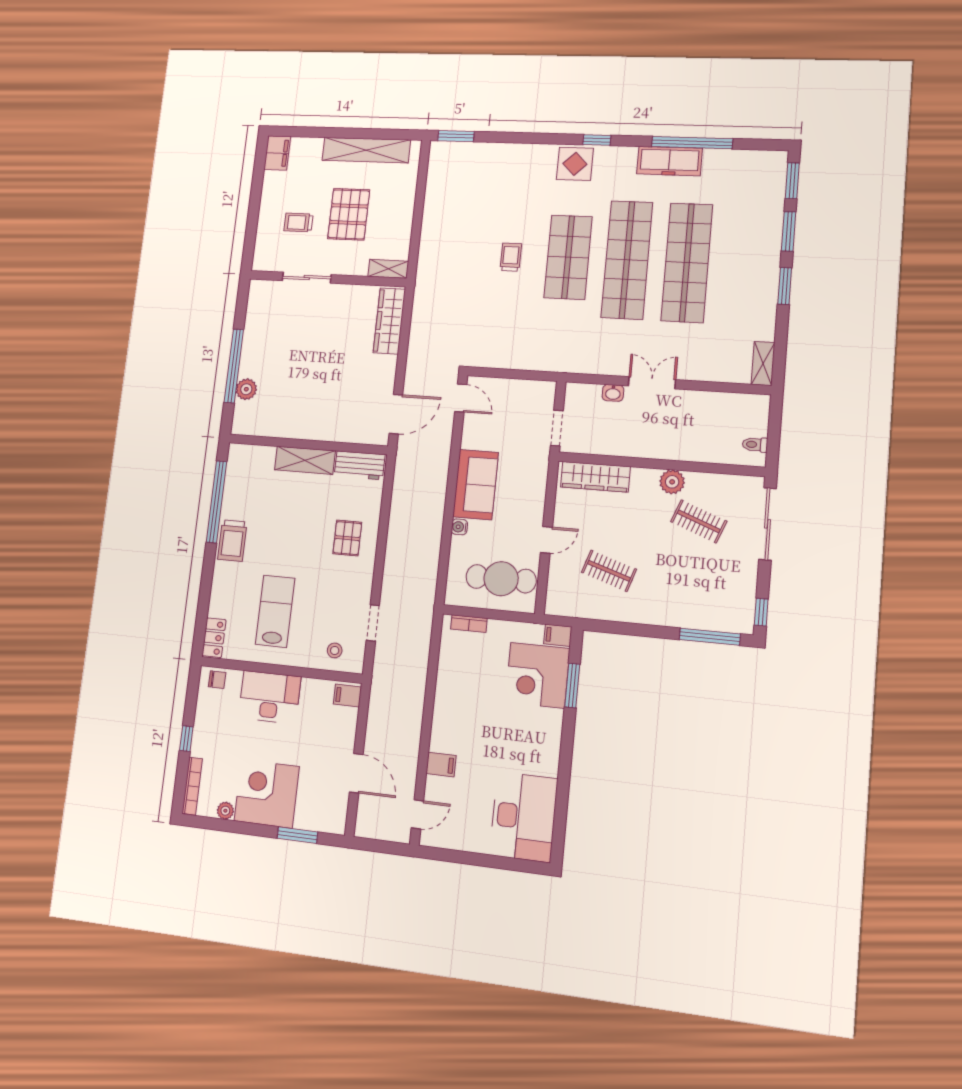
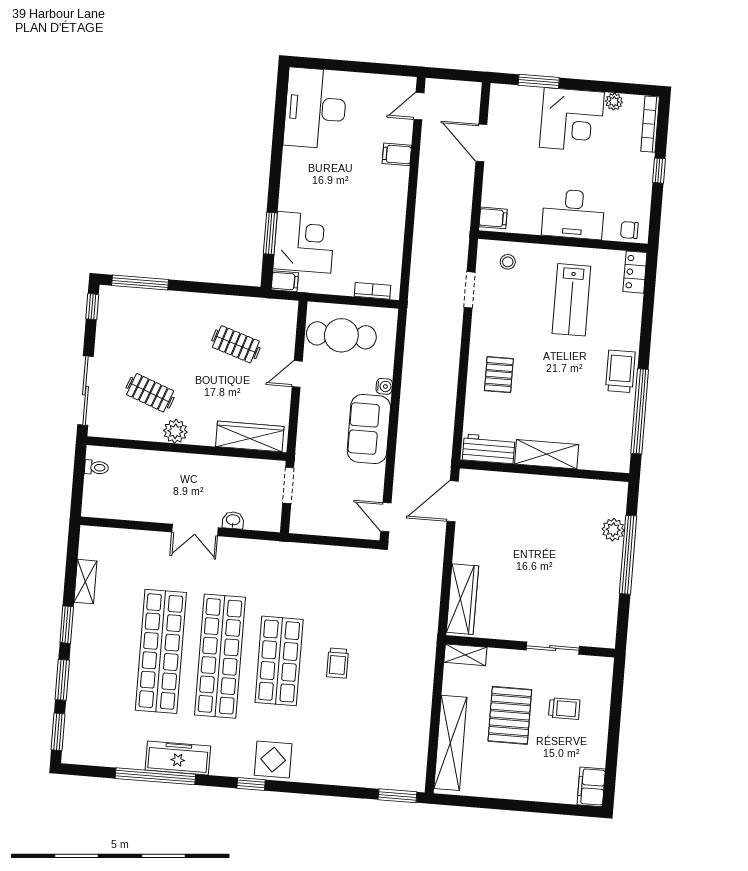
shelving: (366, 150) -> (450, 743), moved, turned 90
shelving: (763, 363) -> (85, 582), moved

